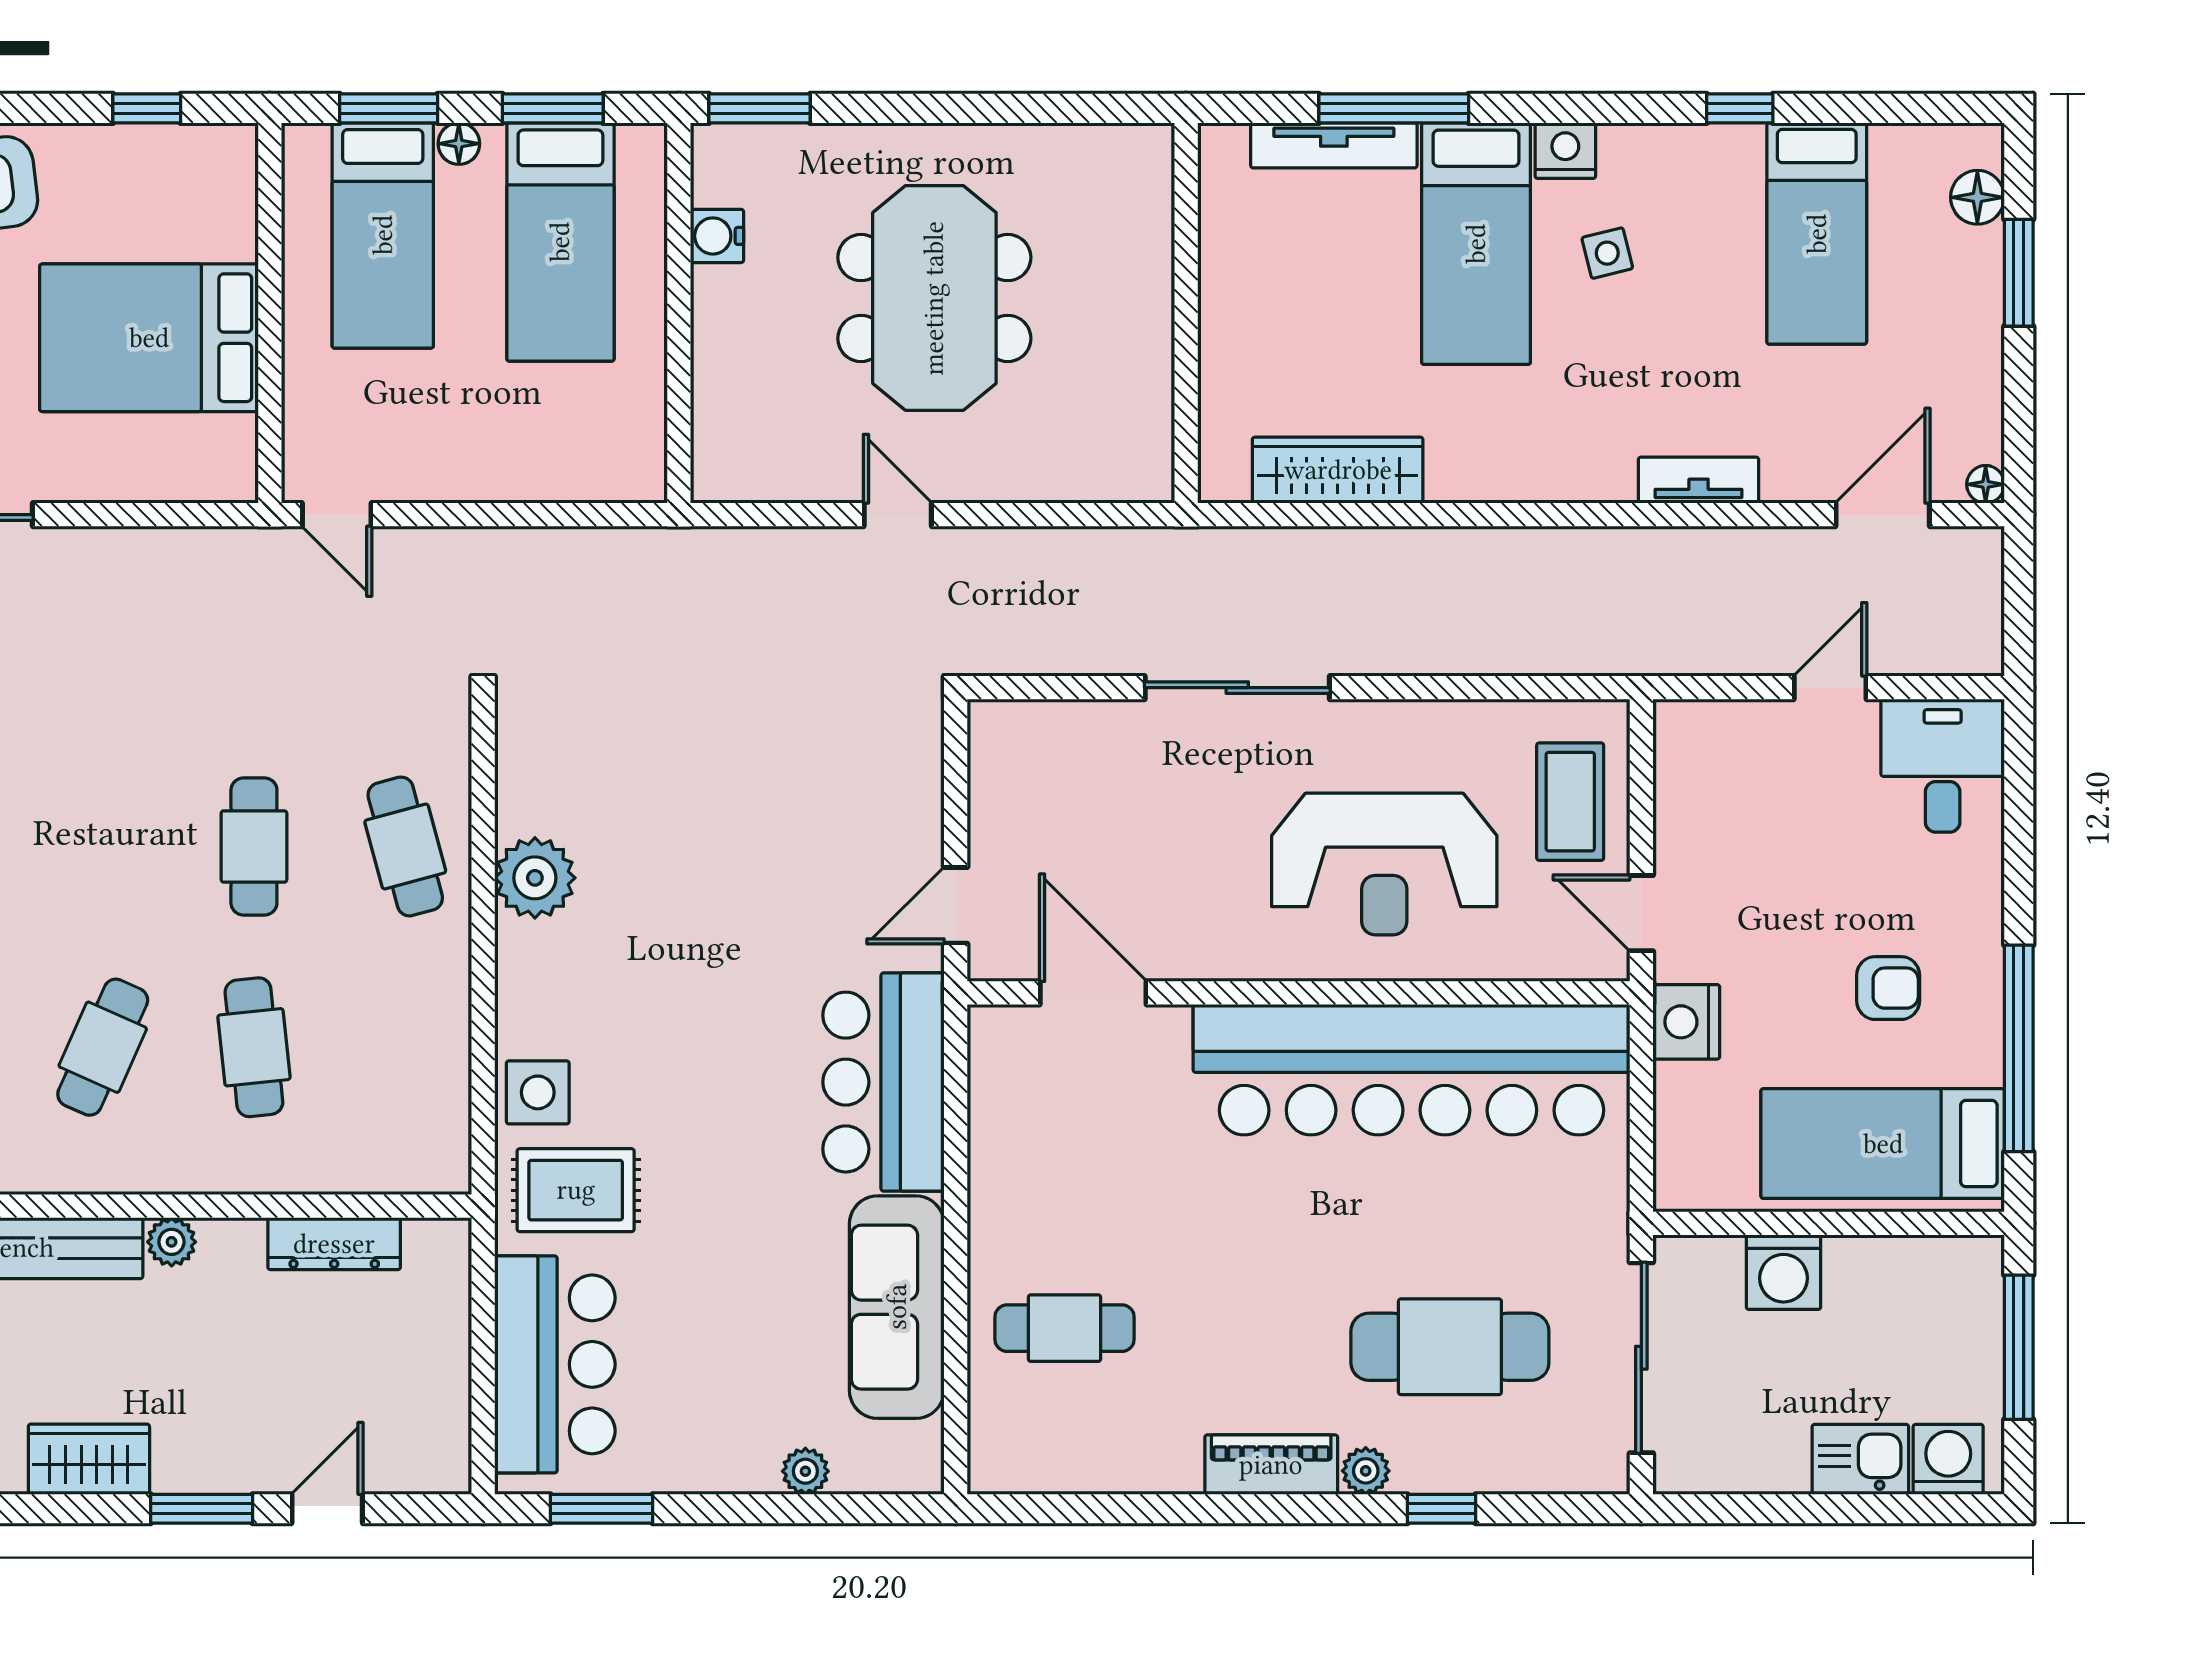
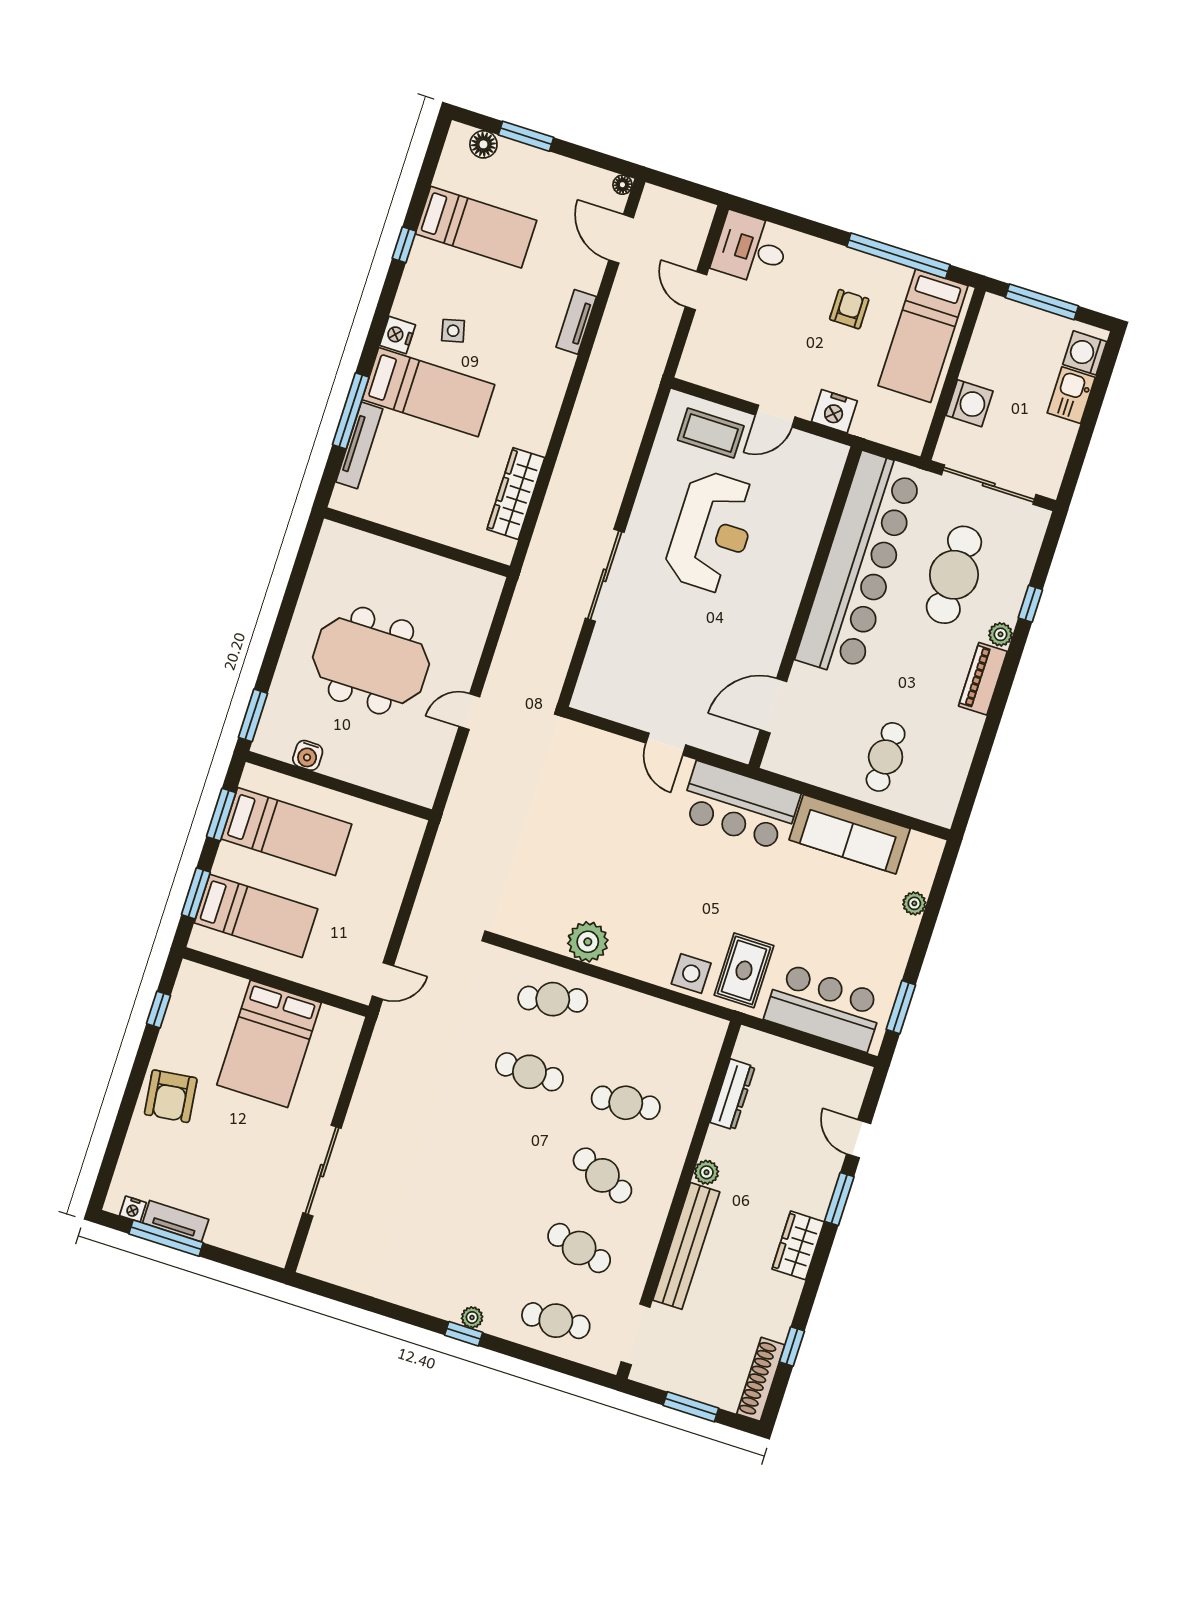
floor lamp: (459, 144) -> (224, 865), removed
door: (1093, 993) -> (773, 706), moved
wall: (1298, 993) -> (805, 607), moved
bar counter: (1411, 1070) -> (859, 565), moved

